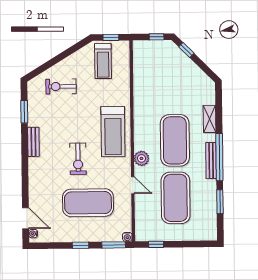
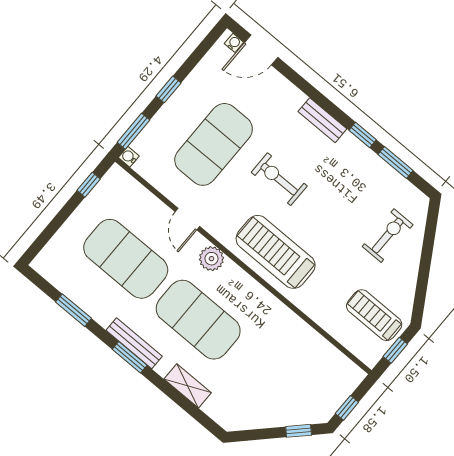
window: (25, 138) -> (363, 135), added
bench: (33, 142) -> (322, 120), moved
window: (219, 157) -> (130, 357), width x0.47
door: (133, 185) -> (187, 219), hinge flipped

